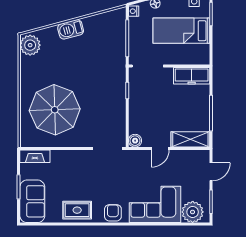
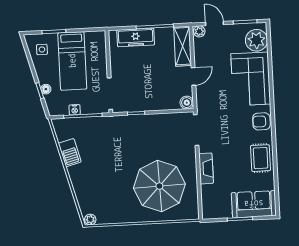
nightstand: (134, 11) -> (75, 110), moved
barbecue: (71, 29) -> (70, 153), moved
plant: (30, 45) -> (90, 220), width x0.53, depth x0.53
freezer: (192, 76) -> (136, 37), moved, turned 90
door: (160, 148) -> (193, 76), hinge flipped
fireplace: (35, 156) -> (206, 168), moved
plant: (204, 156) -> (199, 31), added

